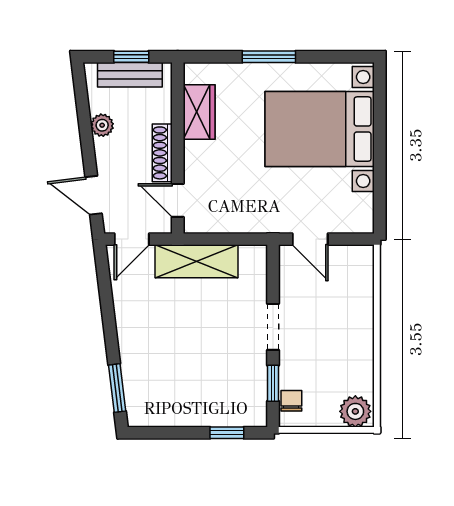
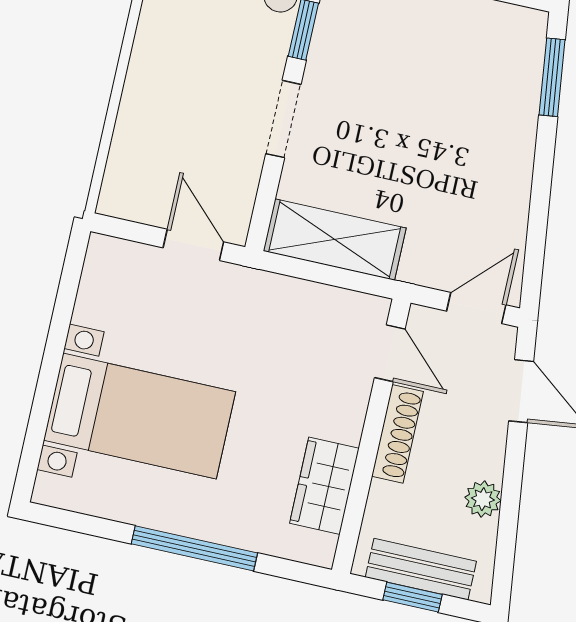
window: (269, 57) -> (194, 548), width x1.44
bed with nightstands: (320, 129) -> (140, 416), width x0.73
shelving: (196, 261) -> (335, 240), moved

